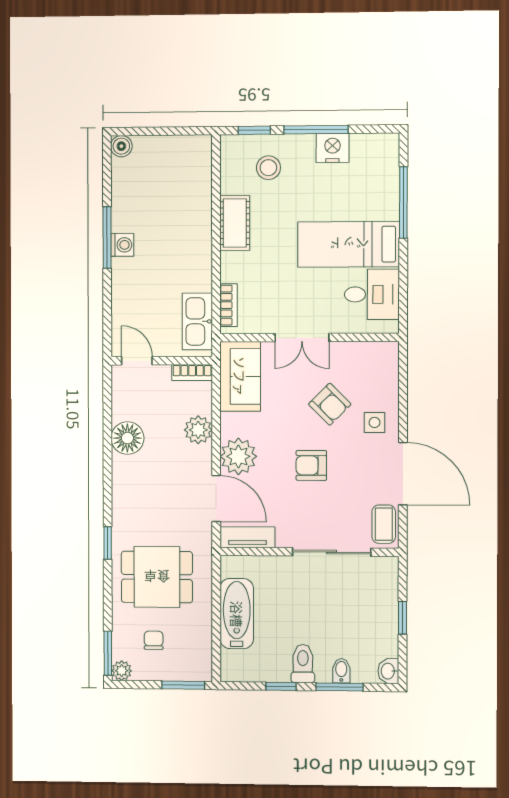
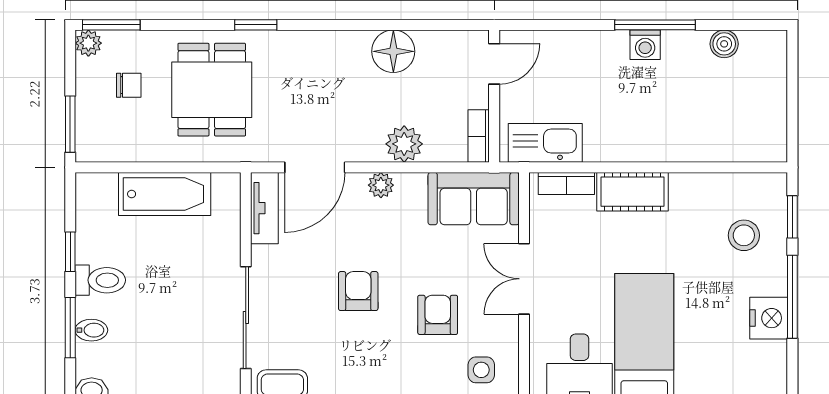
boiler: (121, 146) -> (724, 44), moved
cot: (235, 223) -> (633, 192), moved
armchair: (330, 404) -> (438, 315), turned 135
side table: (375, 422) -> (481, 370), moved
plant: (238, 456) -> (381, 185), width x0.53, depth x0.53

